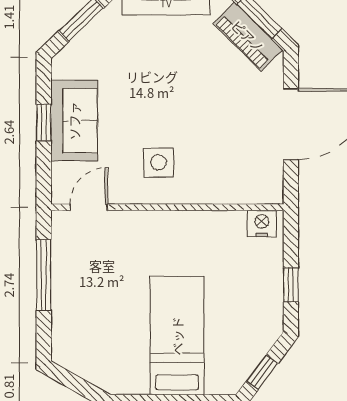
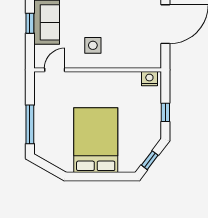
window: (44, 275) -> (30, 124), moved
bed: (177, 336) -> (96, 140), width x1.50

